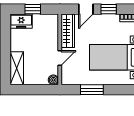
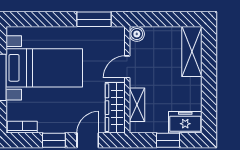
shelving: (53, 33) -> (137, 105), added
window: (92, 90) -> (94, 19), moved

